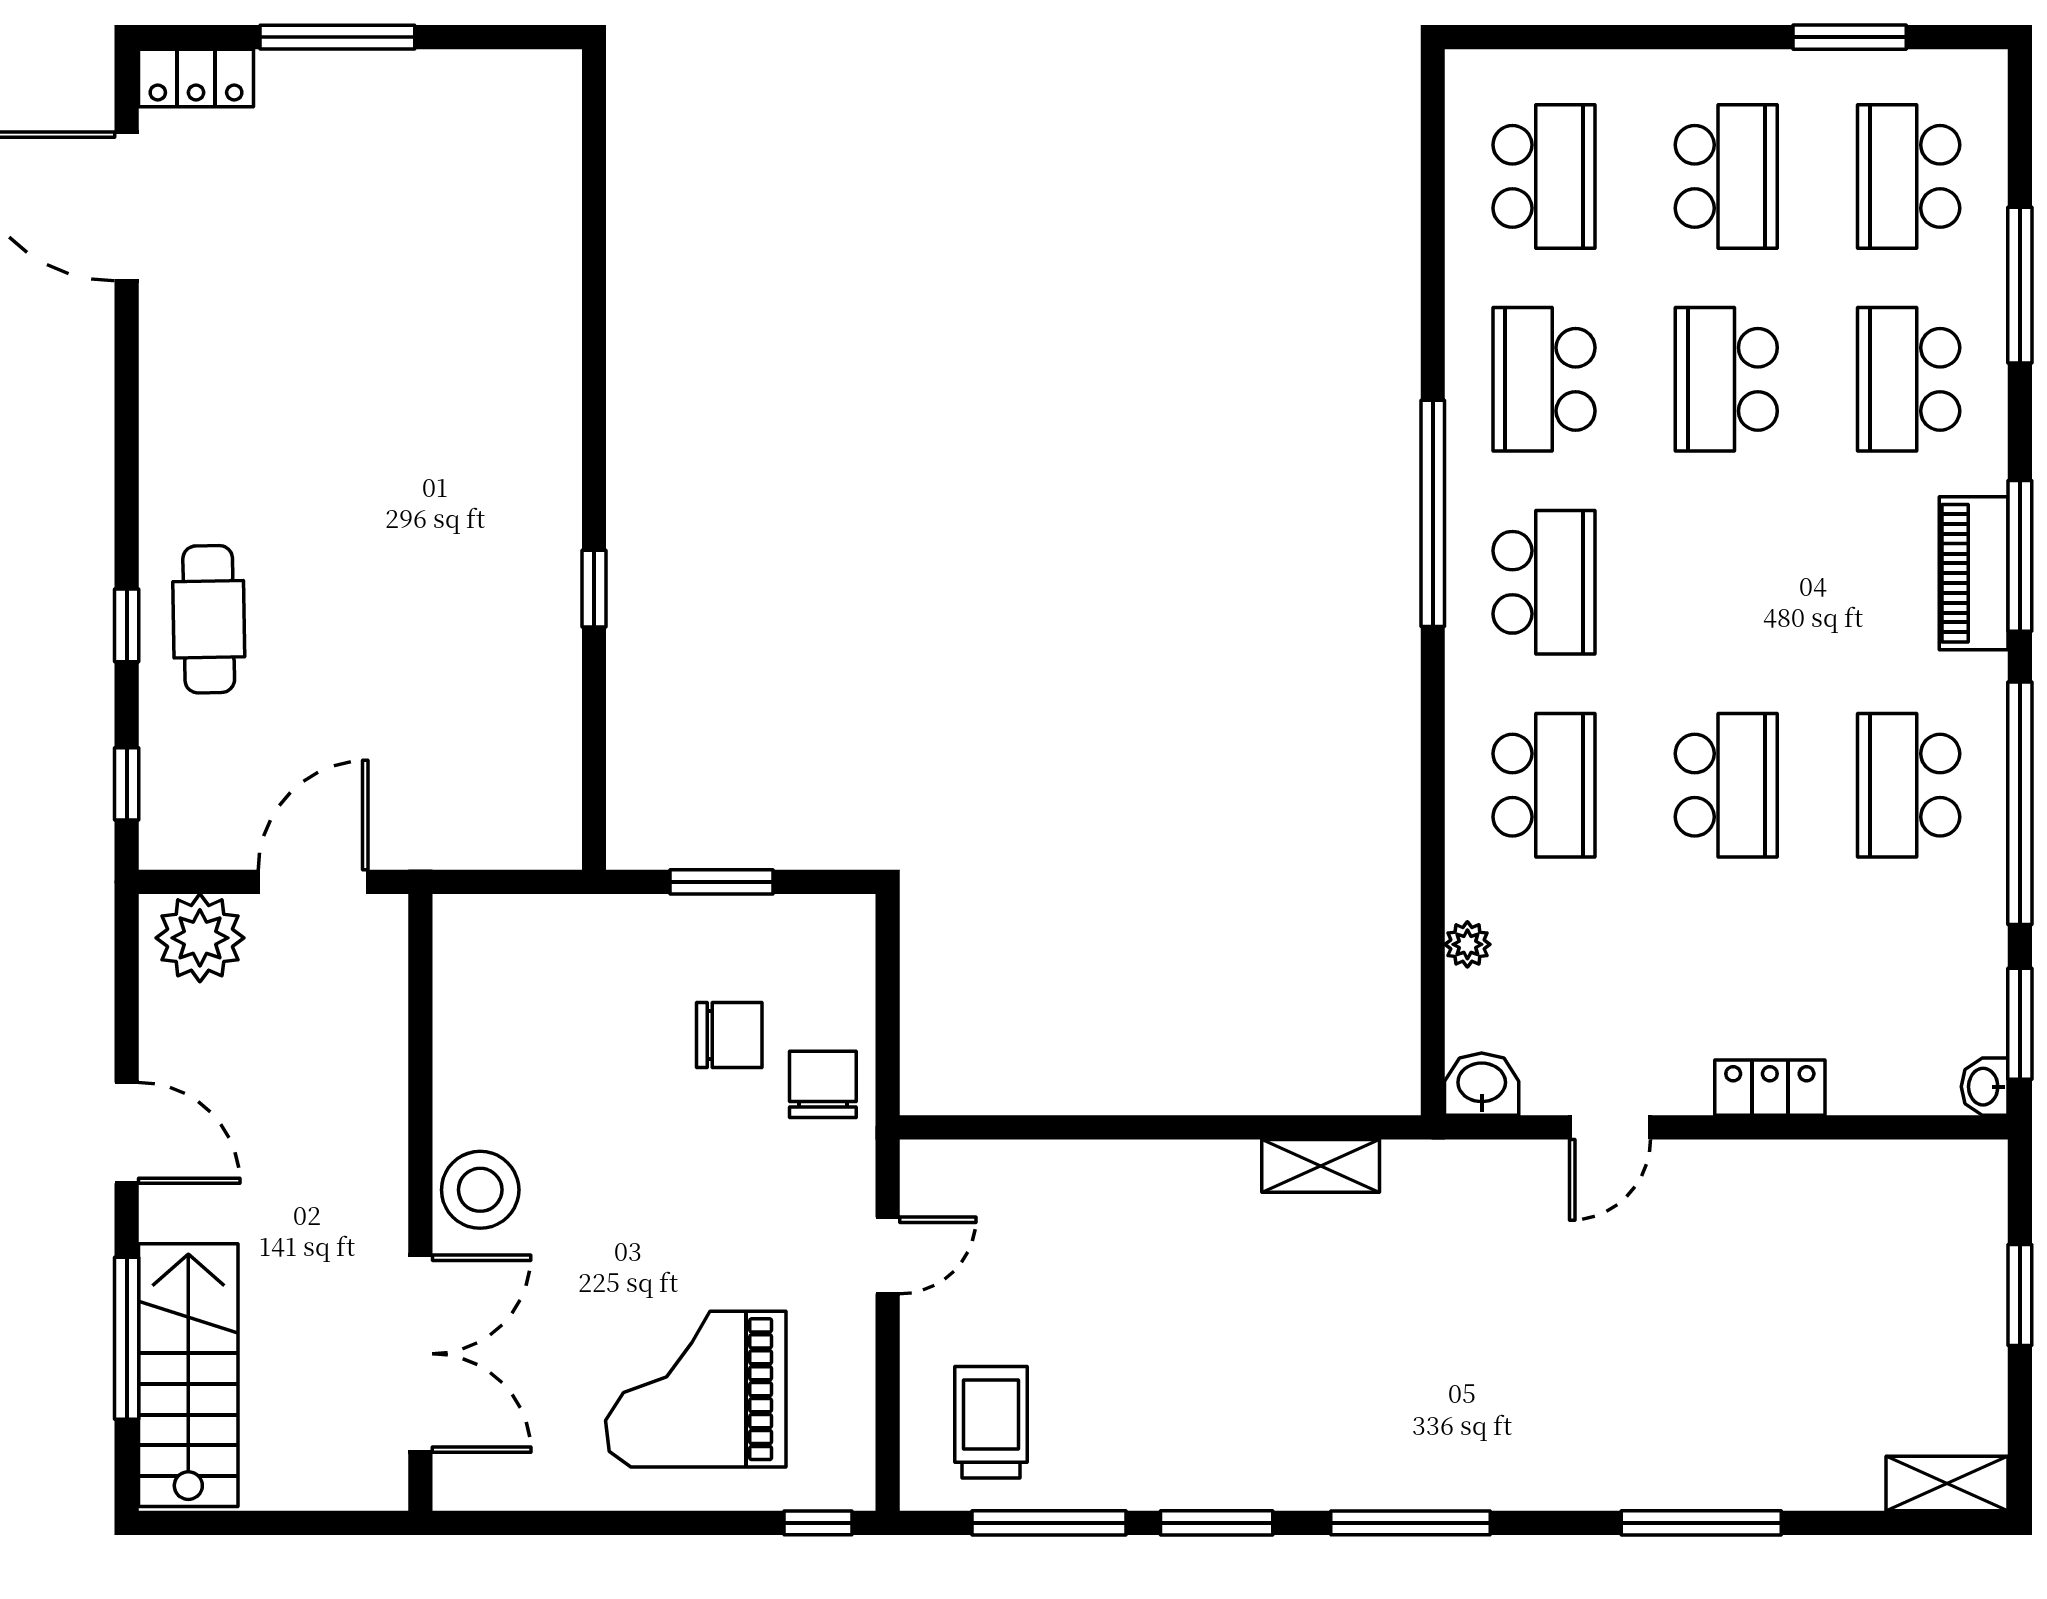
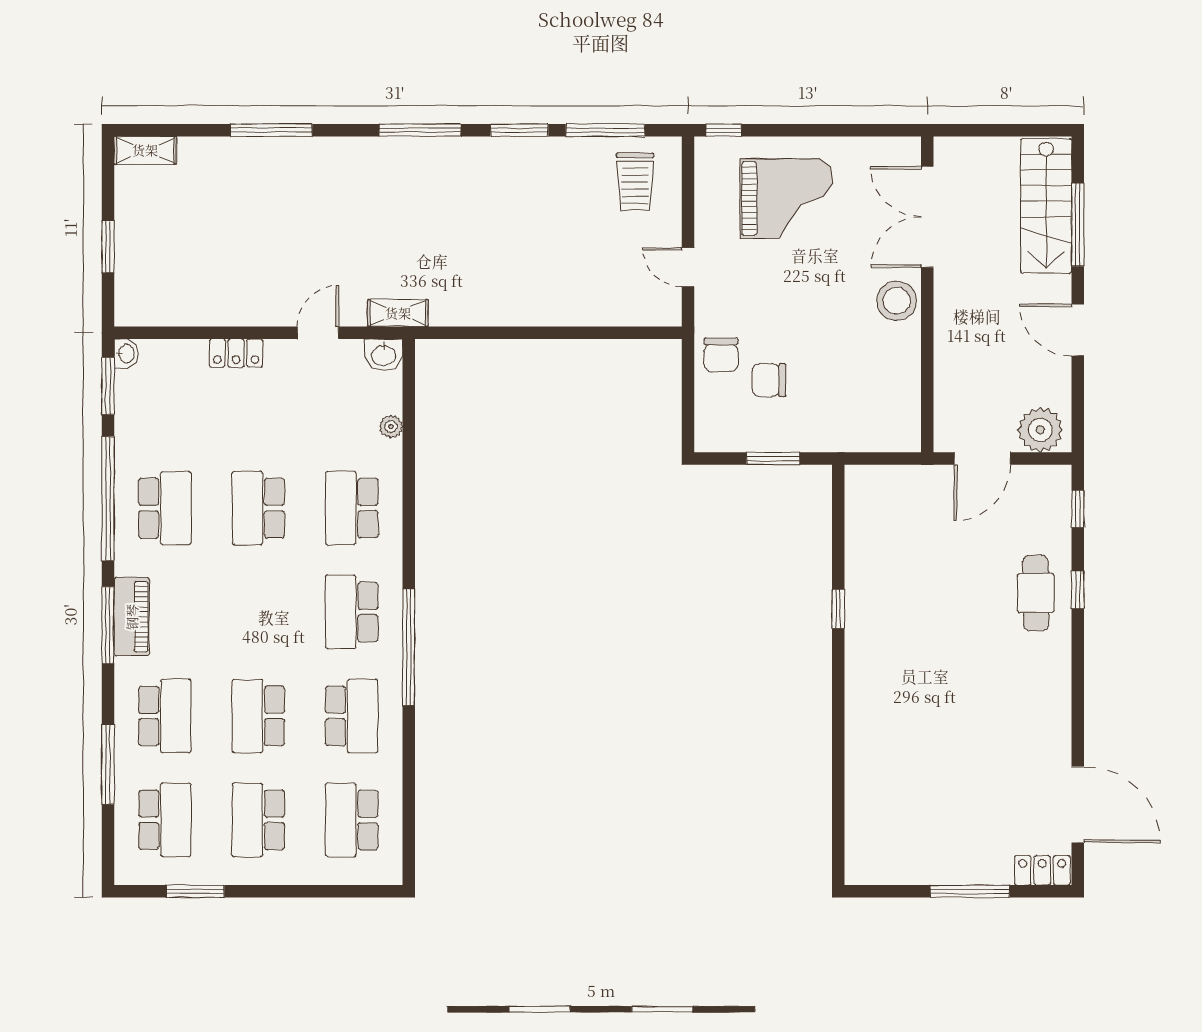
school desk: (1726, 379) -> (258, 716), turned 180
shelving: (1321, 1166) -> (398, 313), moved
door: (888, 1255) -> (688, 267), hinge flipped

